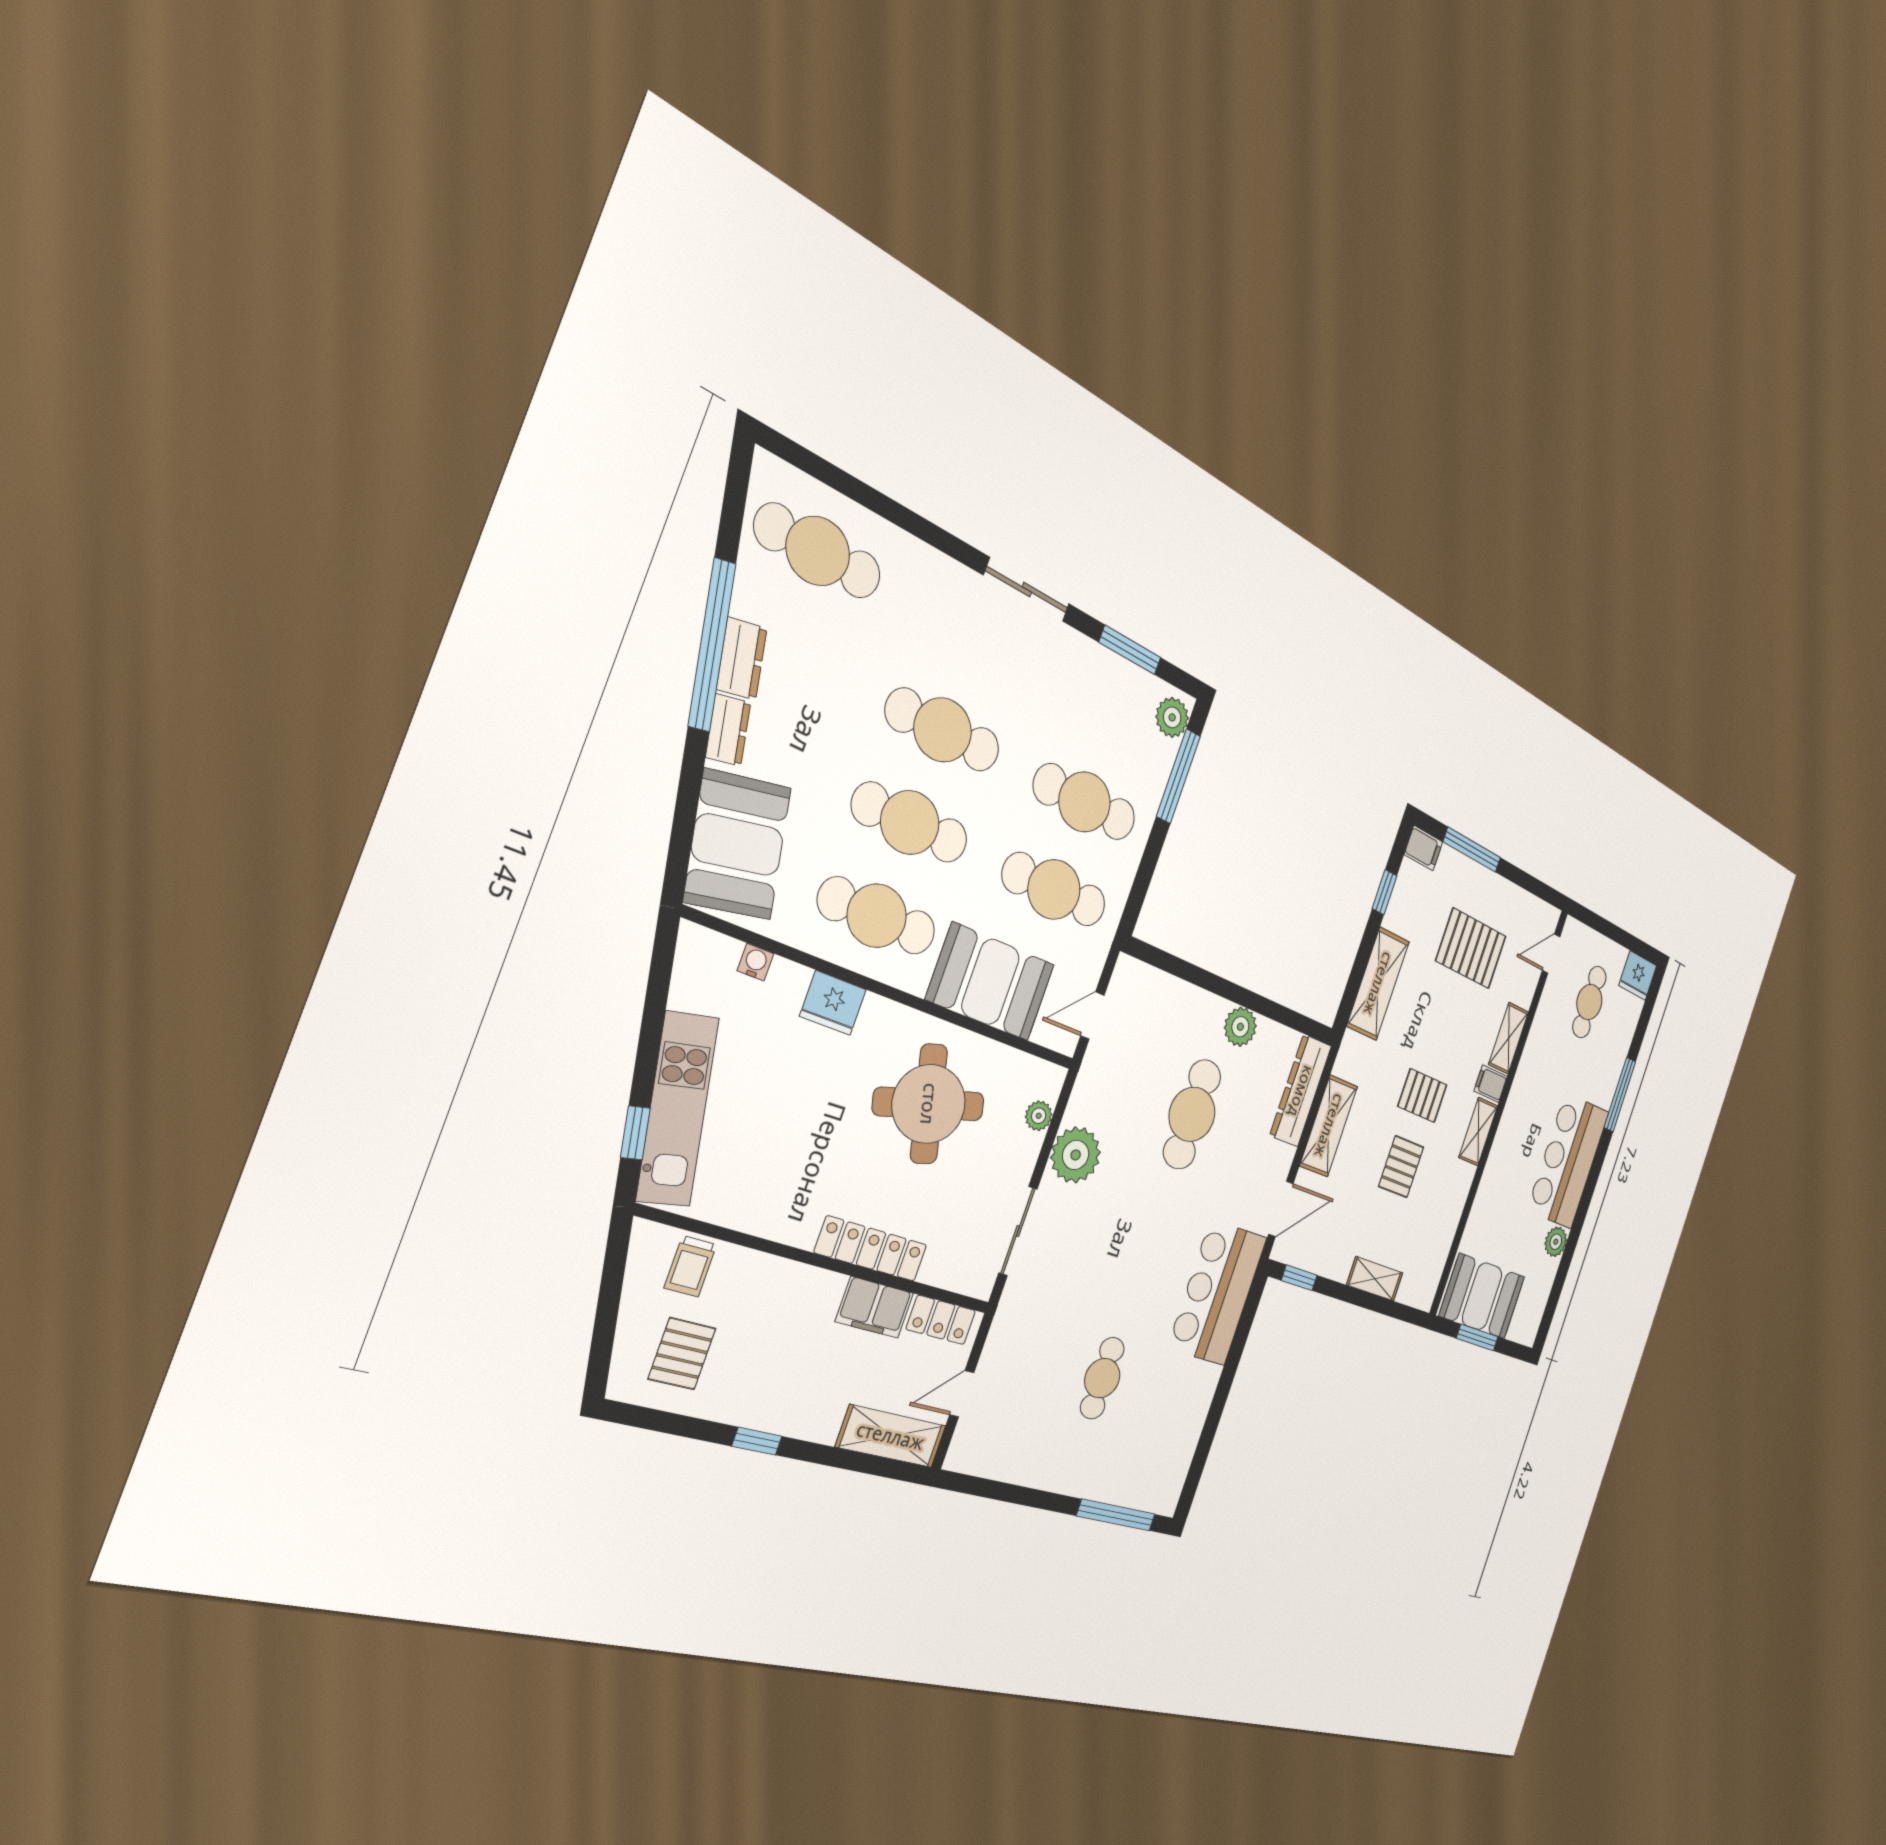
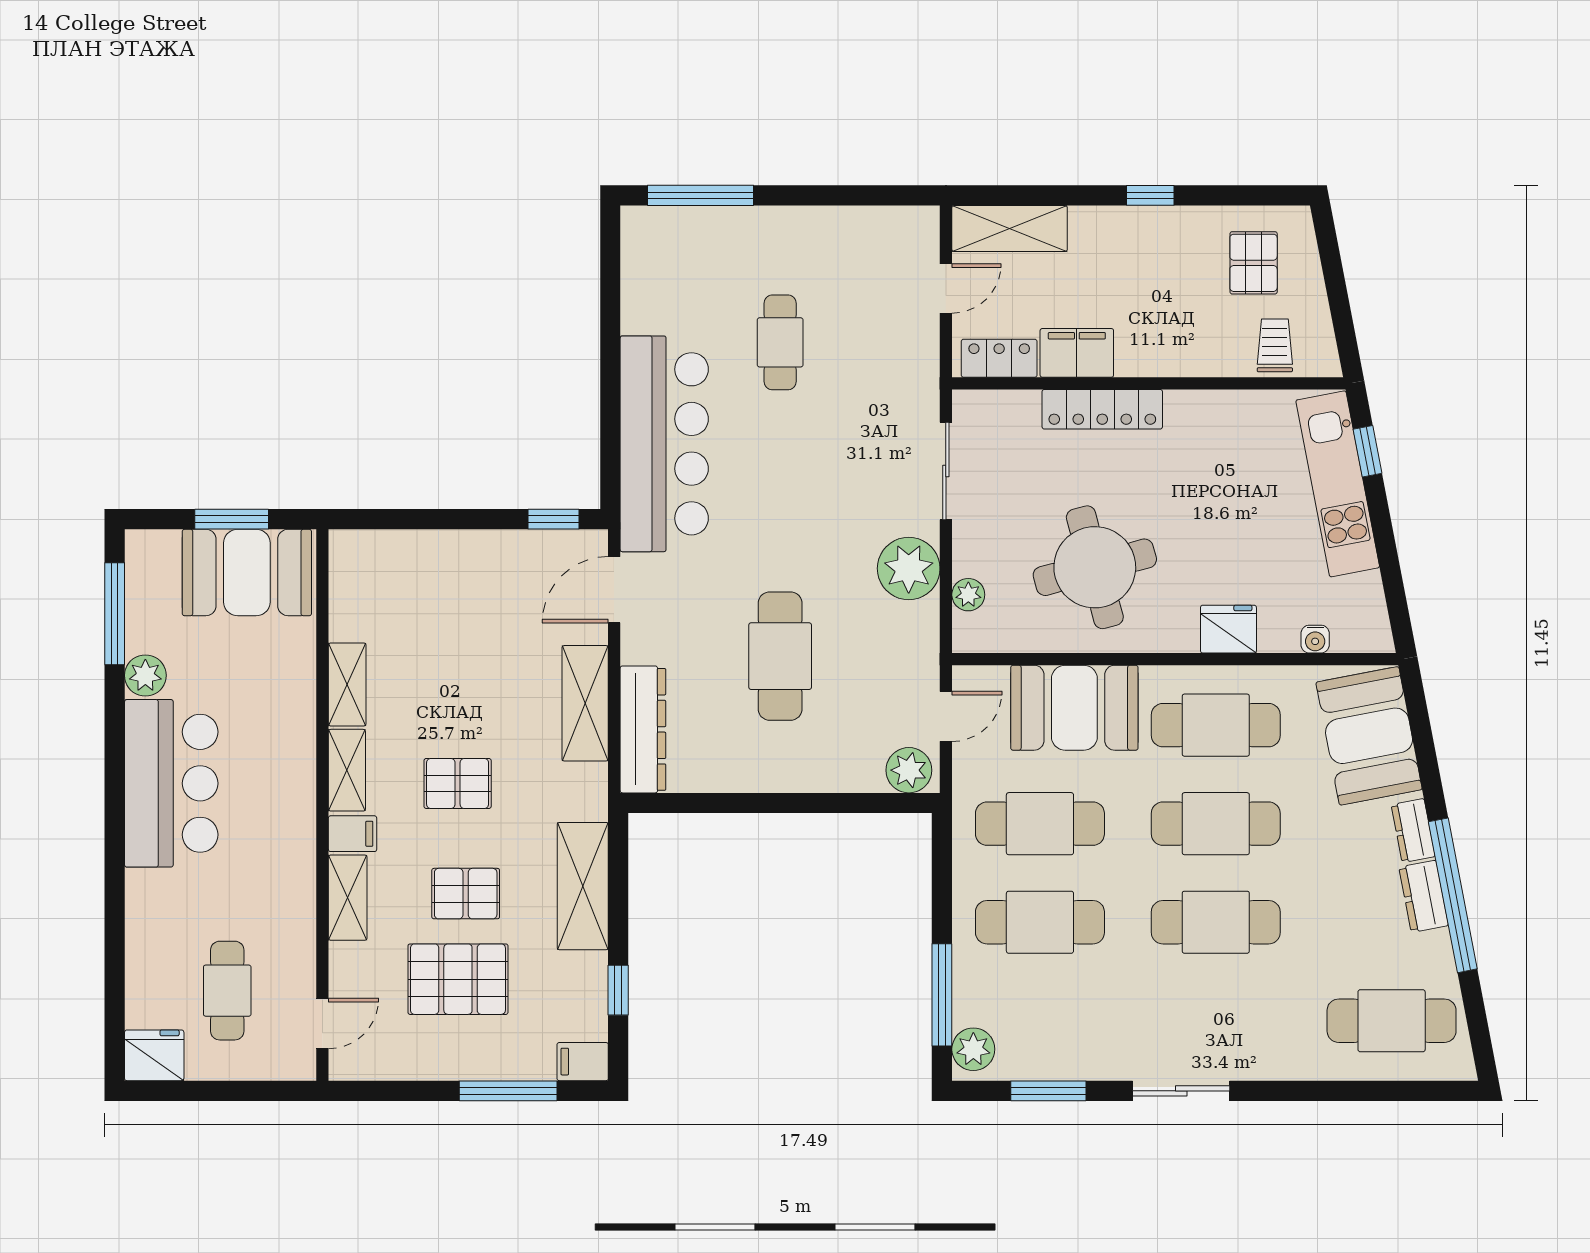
plant: (1240, 1027) -> (909, 770), moved
window: (1620, 1095) -> (115, 614), moved
pallet: (1401, 1167) -> (466, 894), moved, turned 90
shelving: (1375, 1279) -> (347, 684), moved, turned 90
bar counter: (1217, 1293) -> (664, 444), width x1.36

